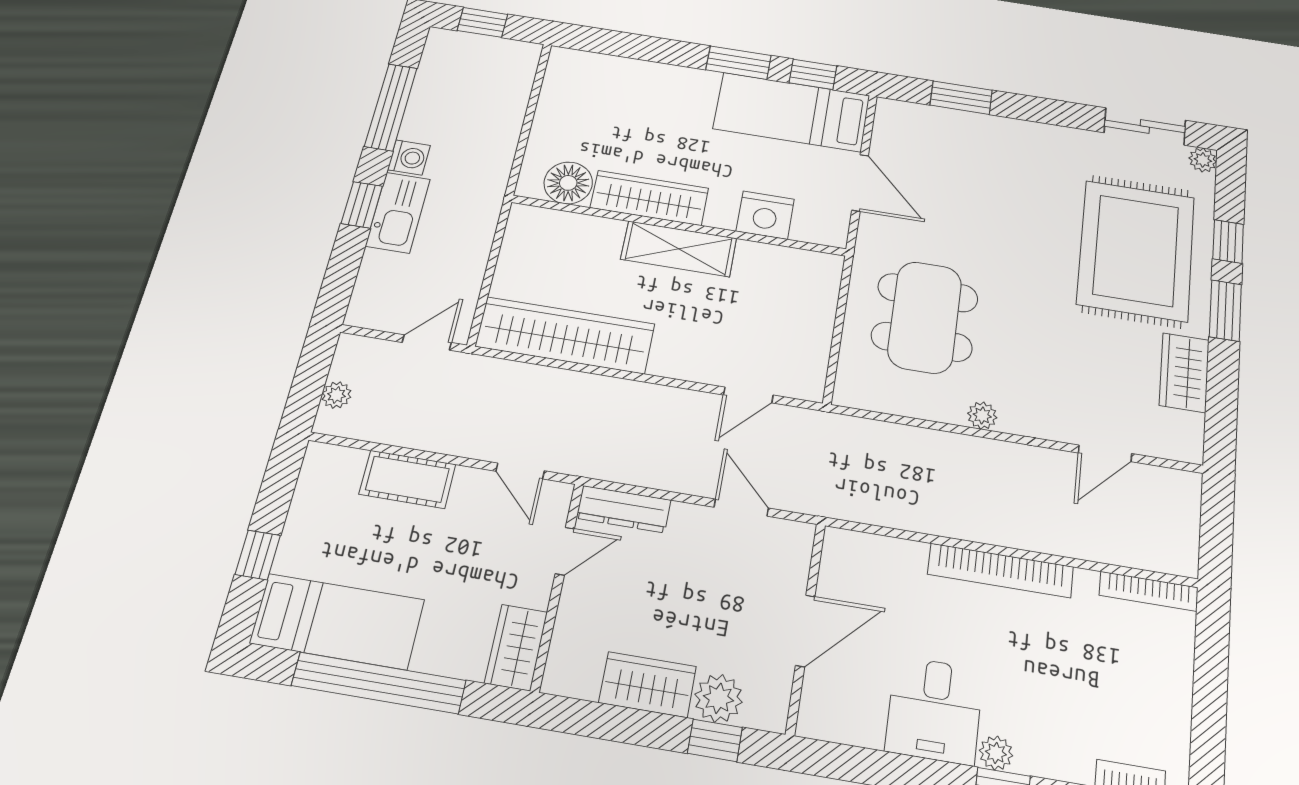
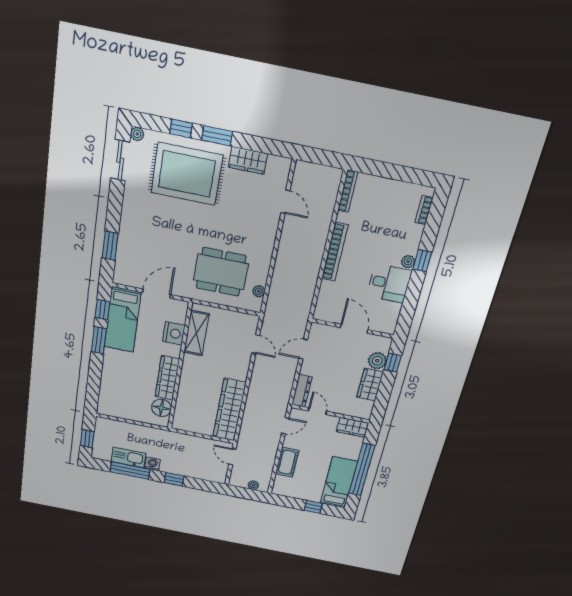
kitchen sink: (398, 213) -> (128, 458), moved
shelving: (679, 249) -> (196, 333), moved
plant: (982, 415) -> (259, 291), moved

